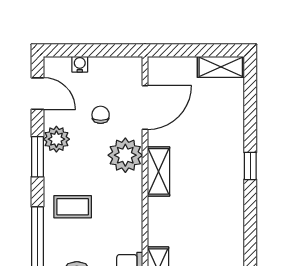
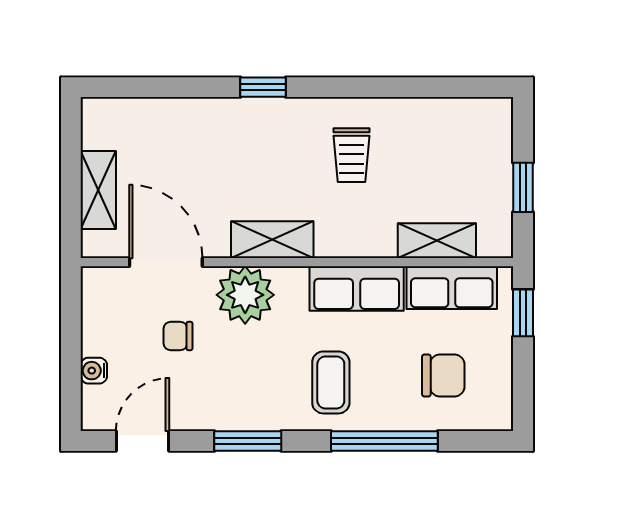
shelving: (221, 67) -> (98, 190), moved
plant: (56, 139) -> (218, 409), removed
trolley: (209, 219) -> (352, 155), added
row of seats: (129, 222) -> (357, 288), added

